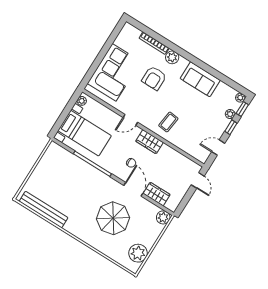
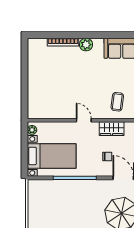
corner sofa: (114, 72) -> (44, 88), removed
armchair: (154, 78) -> (82, 72), removed
door: (130, 120) -> (84, 120), swing flipped

